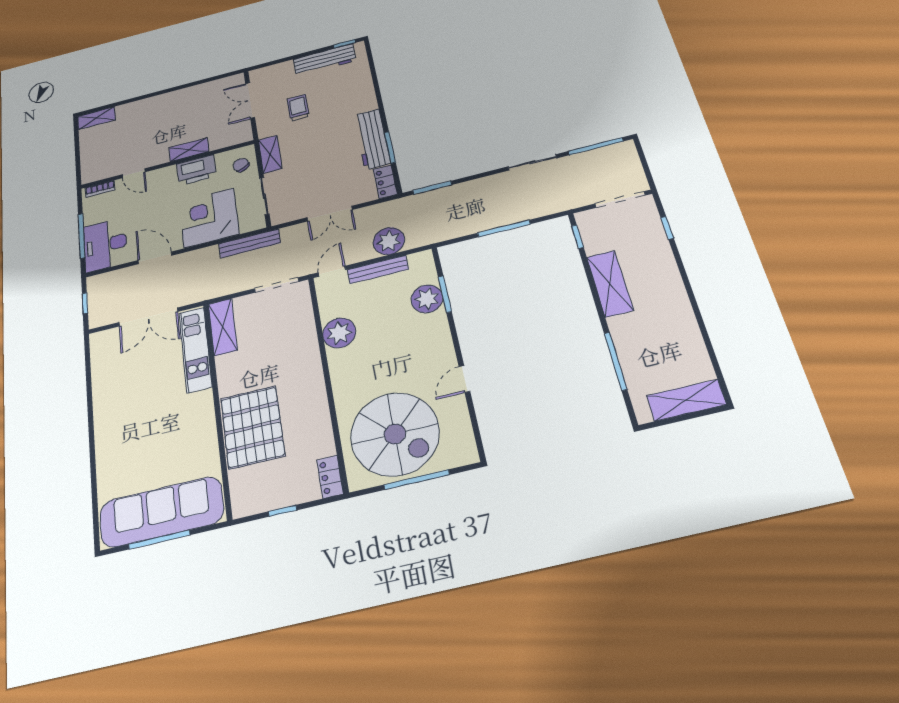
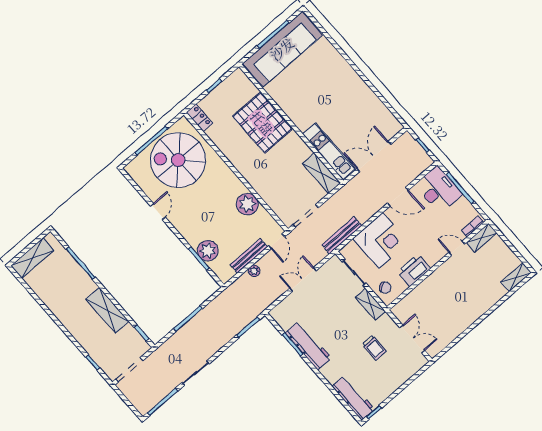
workbench: (324, 60) -> (353, 398), moved, turned 90
shelving: (189, 150) -> (482, 238), moved
locker: (385, 182) -> (281, 318), removed
plant: (389, 241) -> (254, 271), width x0.53, depth x0.53

